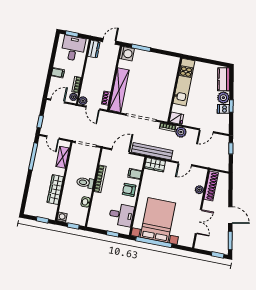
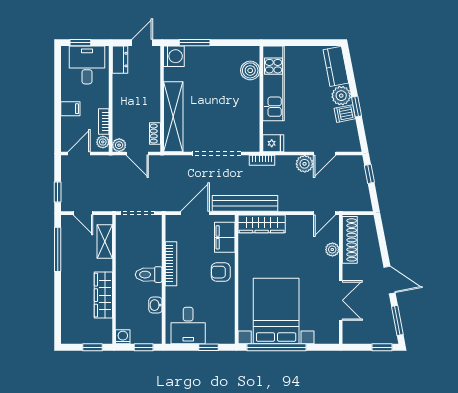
boiler: (171, 71) -> (250, 70), added
plant: (181, 132) -> (305, 164), moved
door: (185, 164) -> (324, 213), moved
wardrobe: (155, 165) -> (262, 224), width x1.50
filing cabinet: (135, 174) -> (225, 237), width x2.00
desk: (121, 215) -> (188, 326), moved, turned 90

